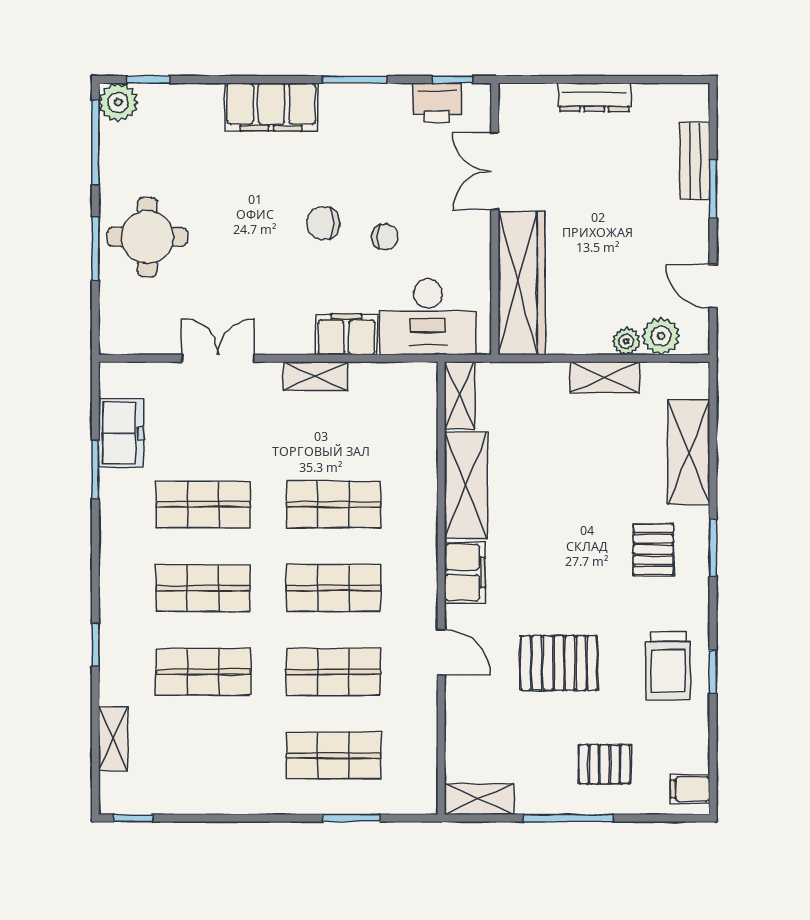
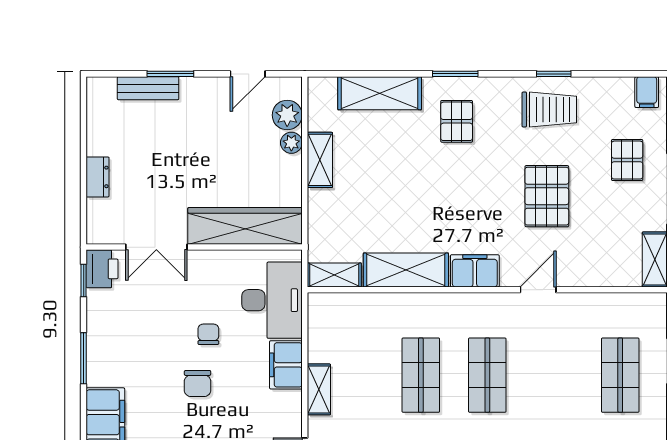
dresser: (594, 97) -> (98, 177), width x0.70
printer: (437, 103) -> (102, 269), moved
pallet: (653, 549) -> (457, 121), turned 90
shop shelf: (333, 672) -> (554, 375), removed

